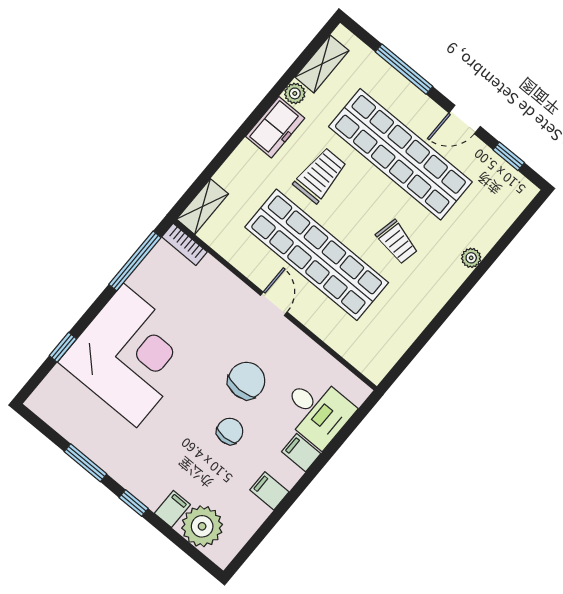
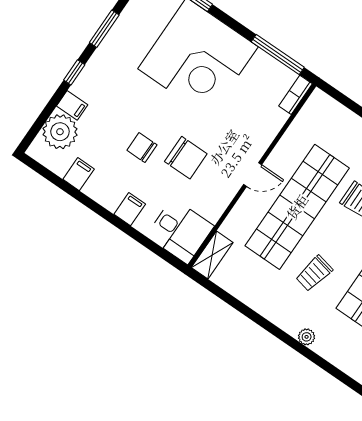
shelving: (203, 207) -> (212, 255), moved, turned 90
desk: (317, 411) -> (180, 231), moved, turned -90
chair: (230, 431) -> (142, 148), turned 180
filing cabinet: (269, 491) -> (79, 174), moved

